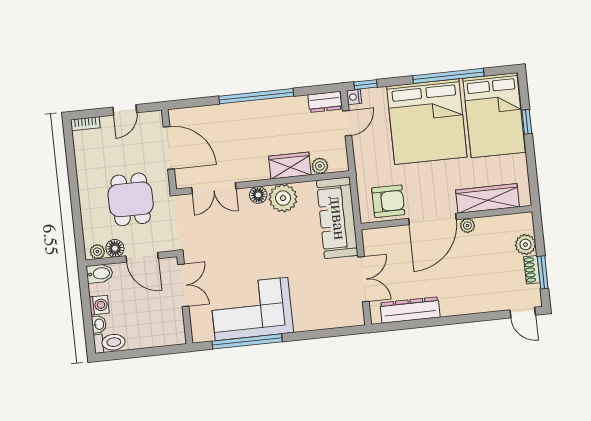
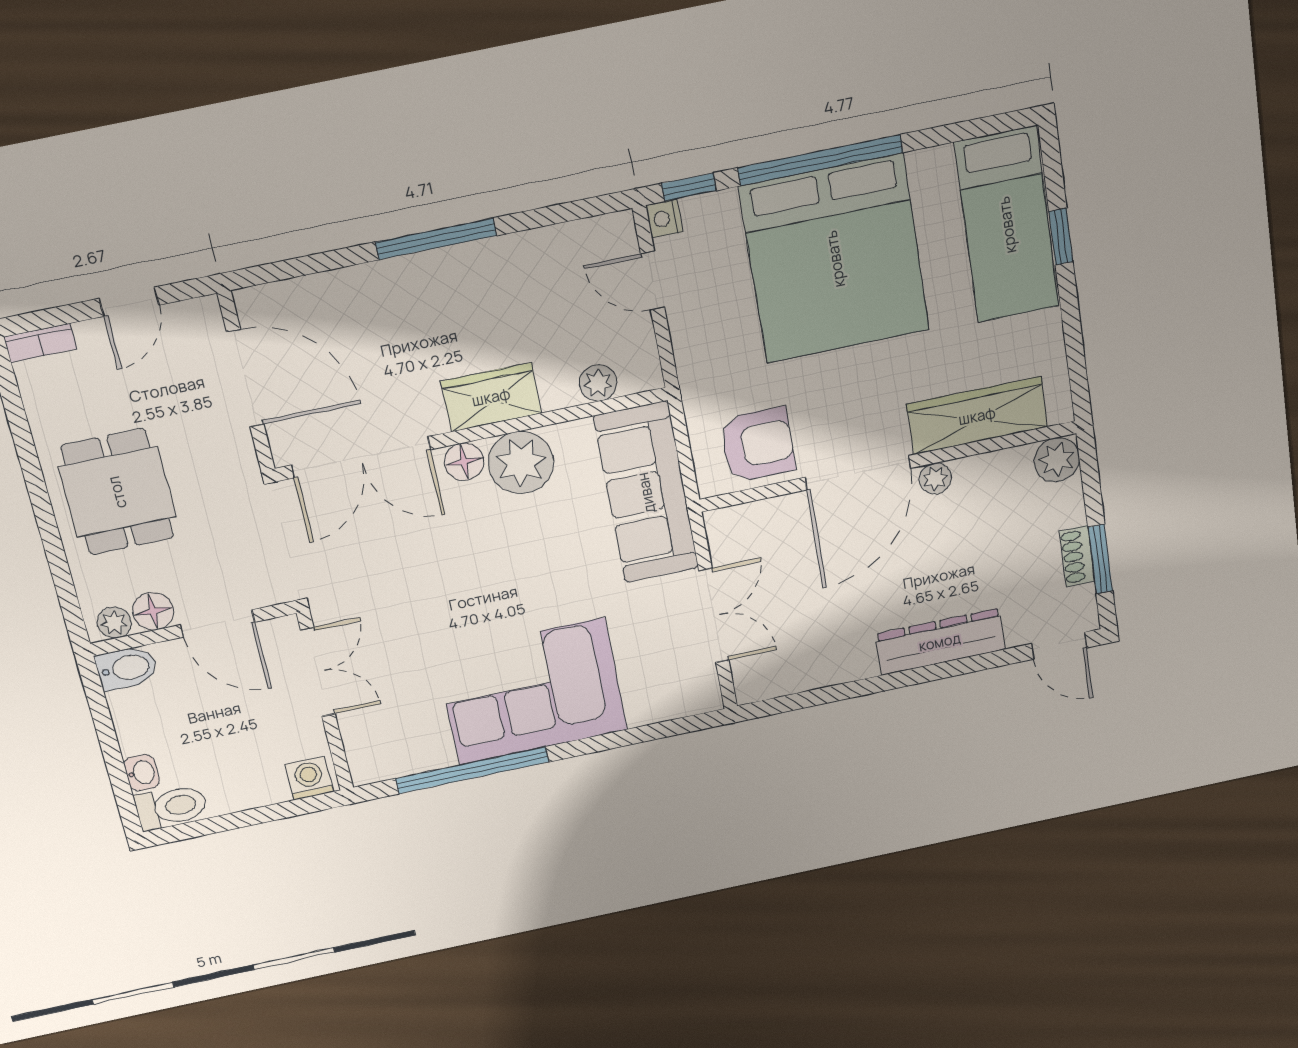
window: (448, 76) -> (820, 160), moved
window: (256, 96) -> (436, 239), width x0.68
dresser: (325, 102) -> (597, 237), removed
bed: (494, 115) -> (1007, 225), width x0.67
door: (347, 123) -> (653, 281), swing flipped
wardrobe: (290, 166) -> (491, 397), moved
double door: (214, 188) -> (361, 457), width x1.37
dining table: (131, 199) -> (117, 492), moved
plant: (525, 245) -> (1057, 460), moved
washing machine: (99, 305) -> (309, 778), moved, turned -90
corner sofa: (252, 309) -> (532, 692), moved
dresser: (410, 310) -> (940, 642), moved

